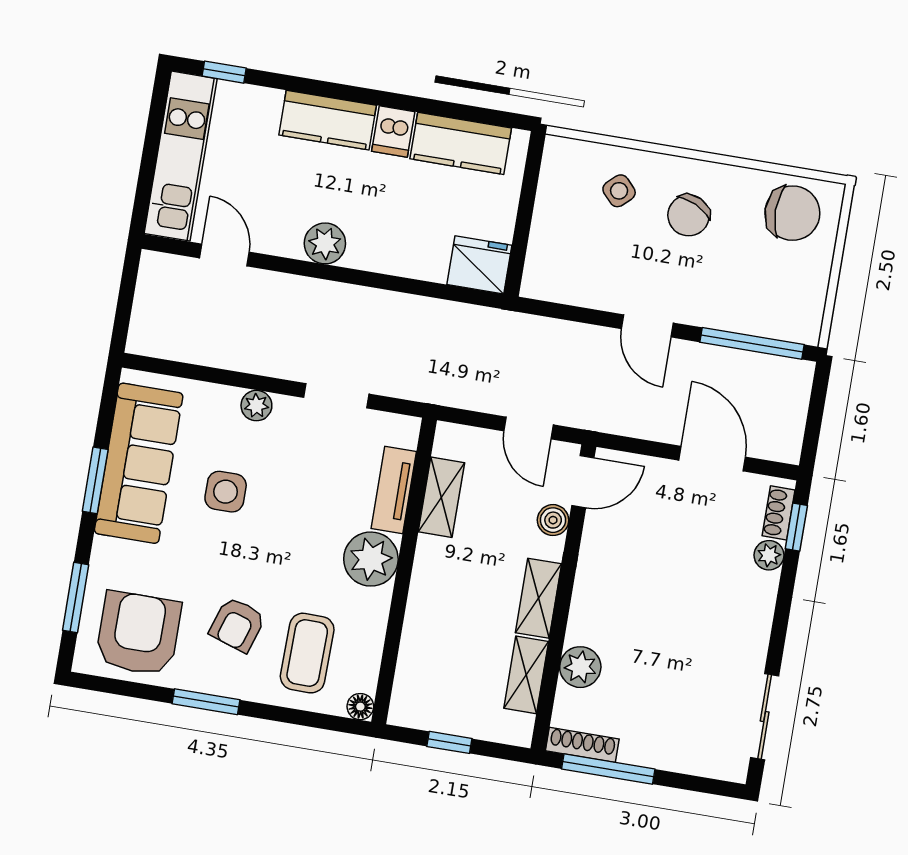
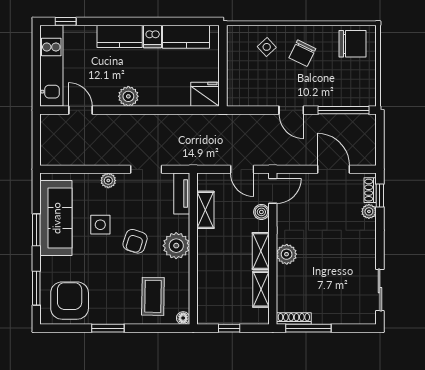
tv unit: (394, 490) -> (182, 193), moved
armchair: (237, 625) -> (135, 241), moved
plant: (580, 667) -> (287, 254), moved

